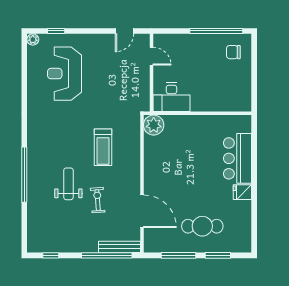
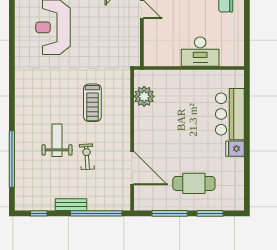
desk: (171, 97) -> (200, 52), moved
plant: (154, 125) -> (144, 96), moved
window: (24, 175) -> (12, 159), moved
bench: (120, 247) -> (71, 205), moved, width x0.73

